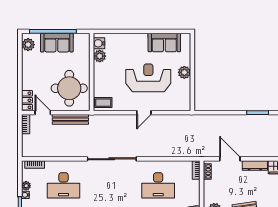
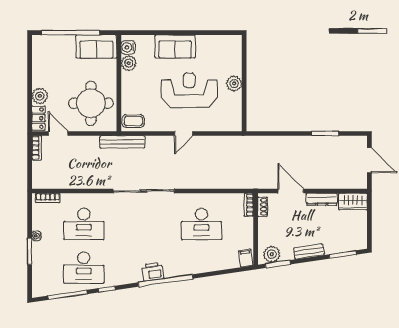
sofa: (57, 43) -> (96, 47), moved
sofa: (164, 43) -> (175, 46), moved
plant: (28, 45) -> (40, 96), moved
bench: (70, 119) -> (122, 142), moved
plant: (26, 186) -> (37, 224), removed

